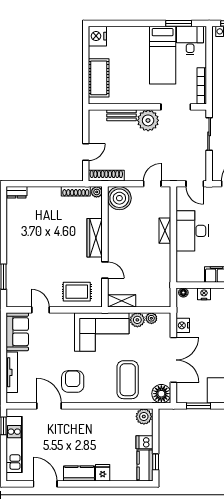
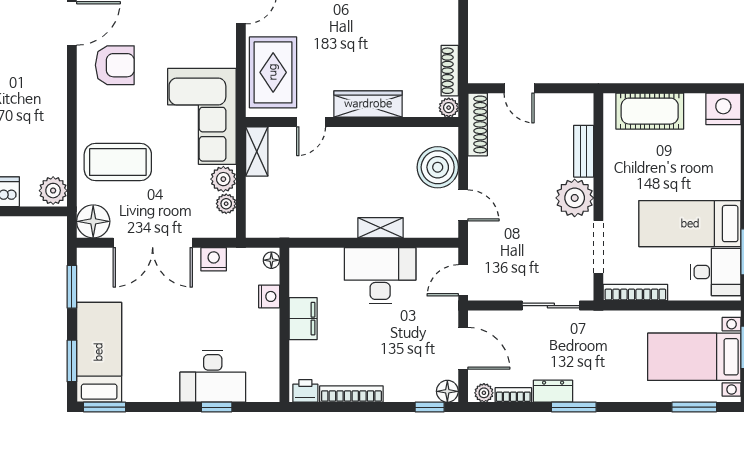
boiler: (119, 198) -> (438, 167), moved
rug: (77, 292) -> (273, 72), width x1.36, depth x1.43

